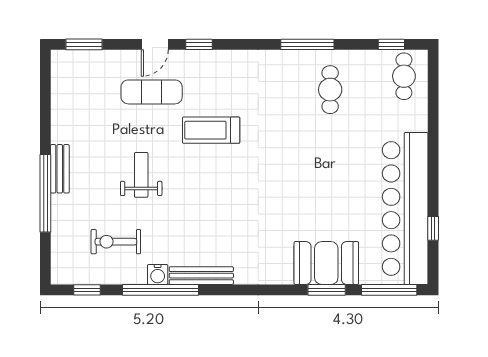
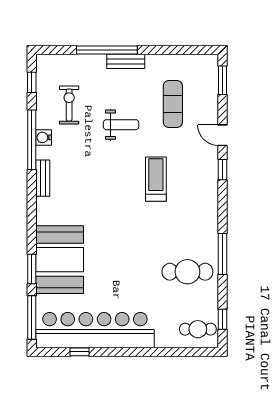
cafe table: (330, 90) -> (187, 272), width x1.37, depth x1.35
exercise mat: (152, 92) -> (173, 104), moved
booth: (326, 263) -> (60, 260), width x1.36, depth x1.42
bench: (201, 276) -> (43, 178), width x0.73

